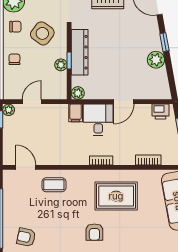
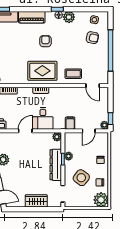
filing cabinet: (76, 113) -> (70, 123), moved
rug: (116, 196) -> (42, 71), moved

